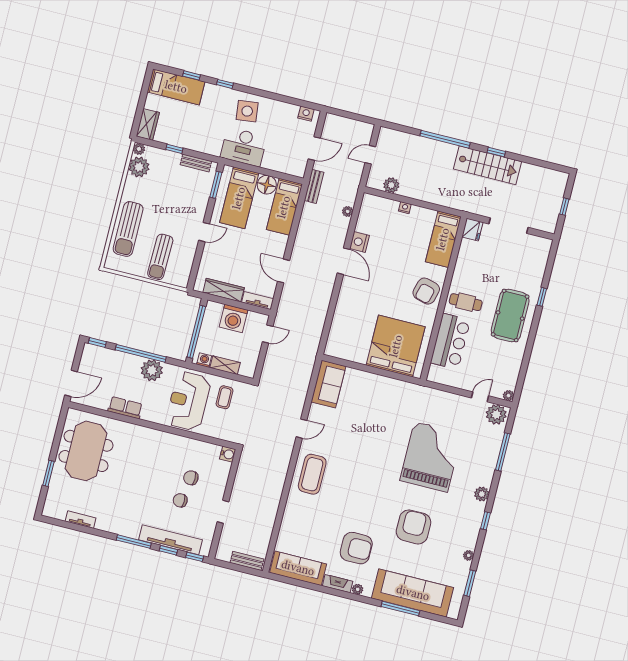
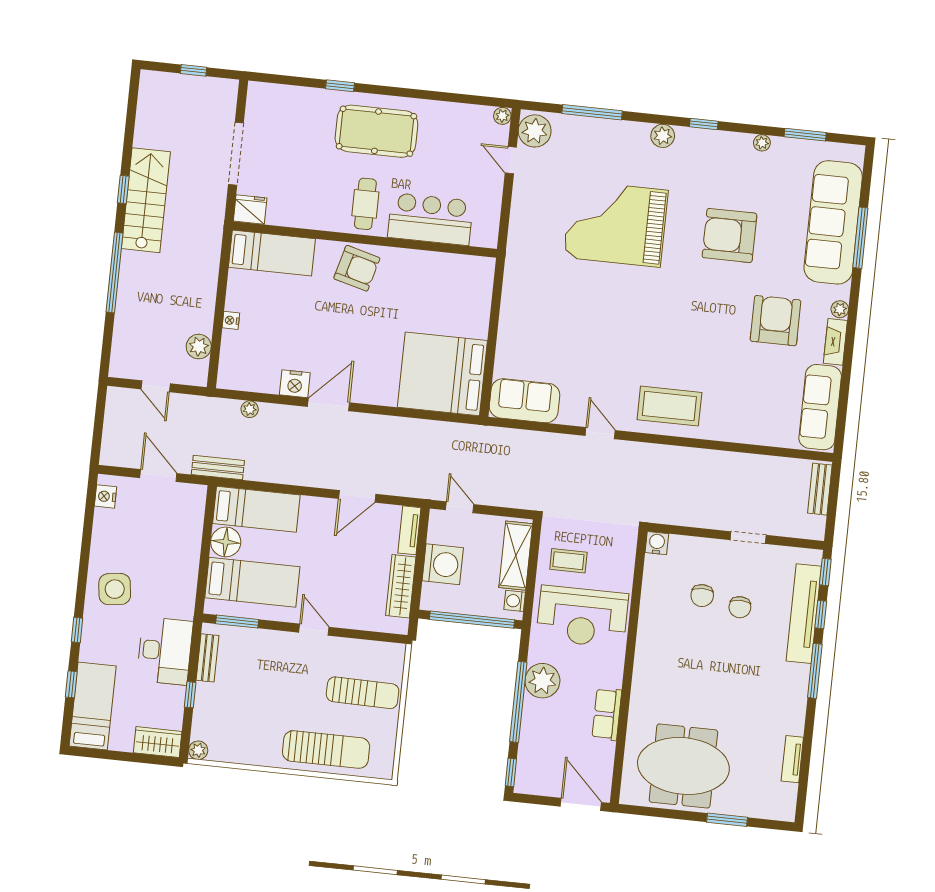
desk: (244, 147) -> (165, 651), moved
plant: (139, 167) -> (226, 746), removed
bed: (396, 346) -> (442, 374), moved
shelving: (225, 365) -> (516, 556), width x1.50, depth x1.33

